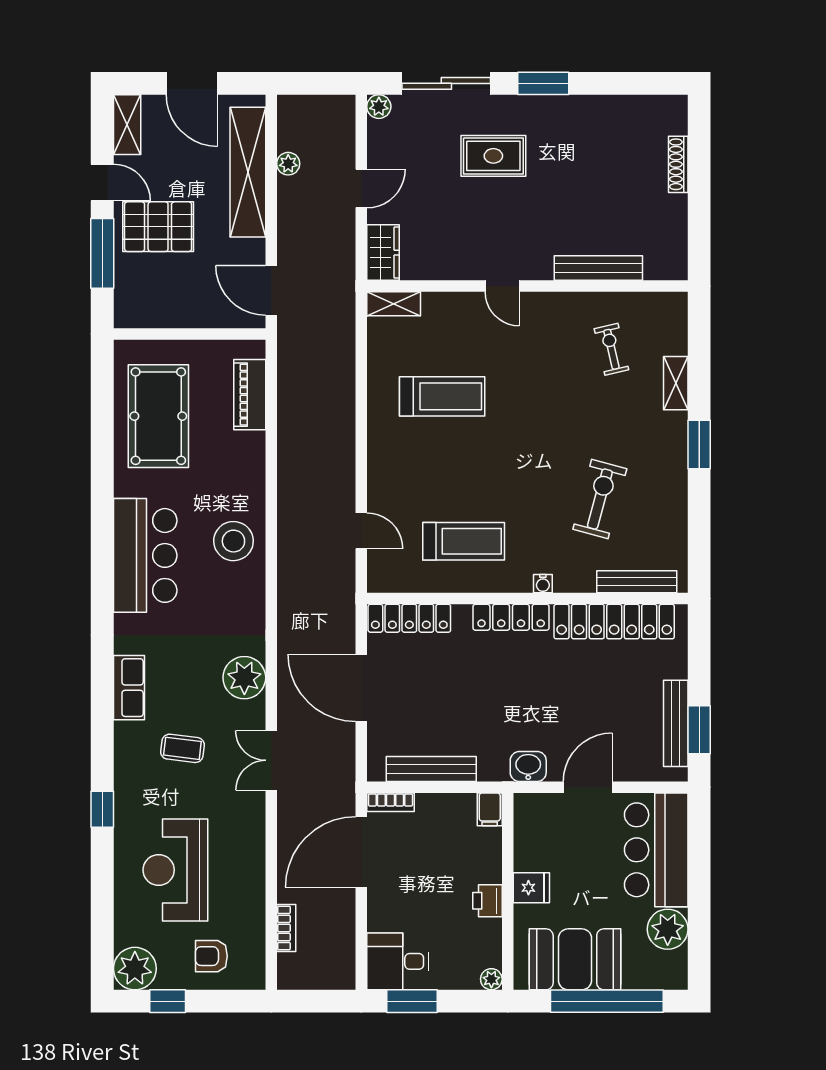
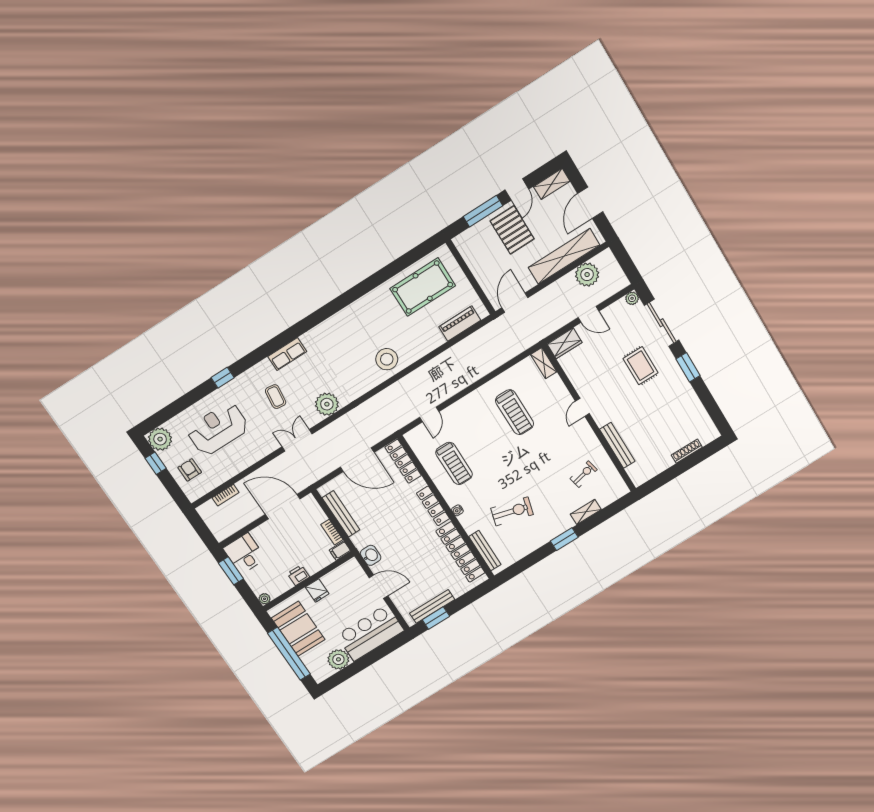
plant: (288, 164) -> (587, 275), width x1.88, depth x1.88
bar counter: (145, 555) -> (354, 322), removed
door: (361, 688) -> (357, 460), swing flipped
bookcase: (391, 802) -> (332, 532), moved

